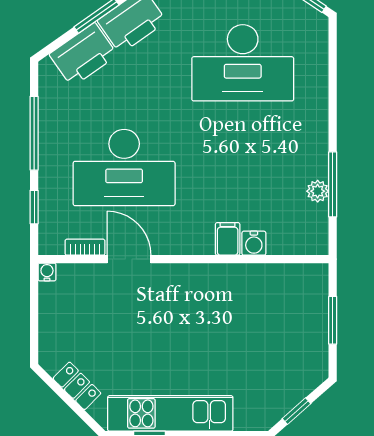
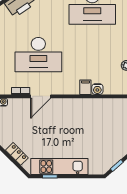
door: (129, 259) -> (41, 96), swing flipped

